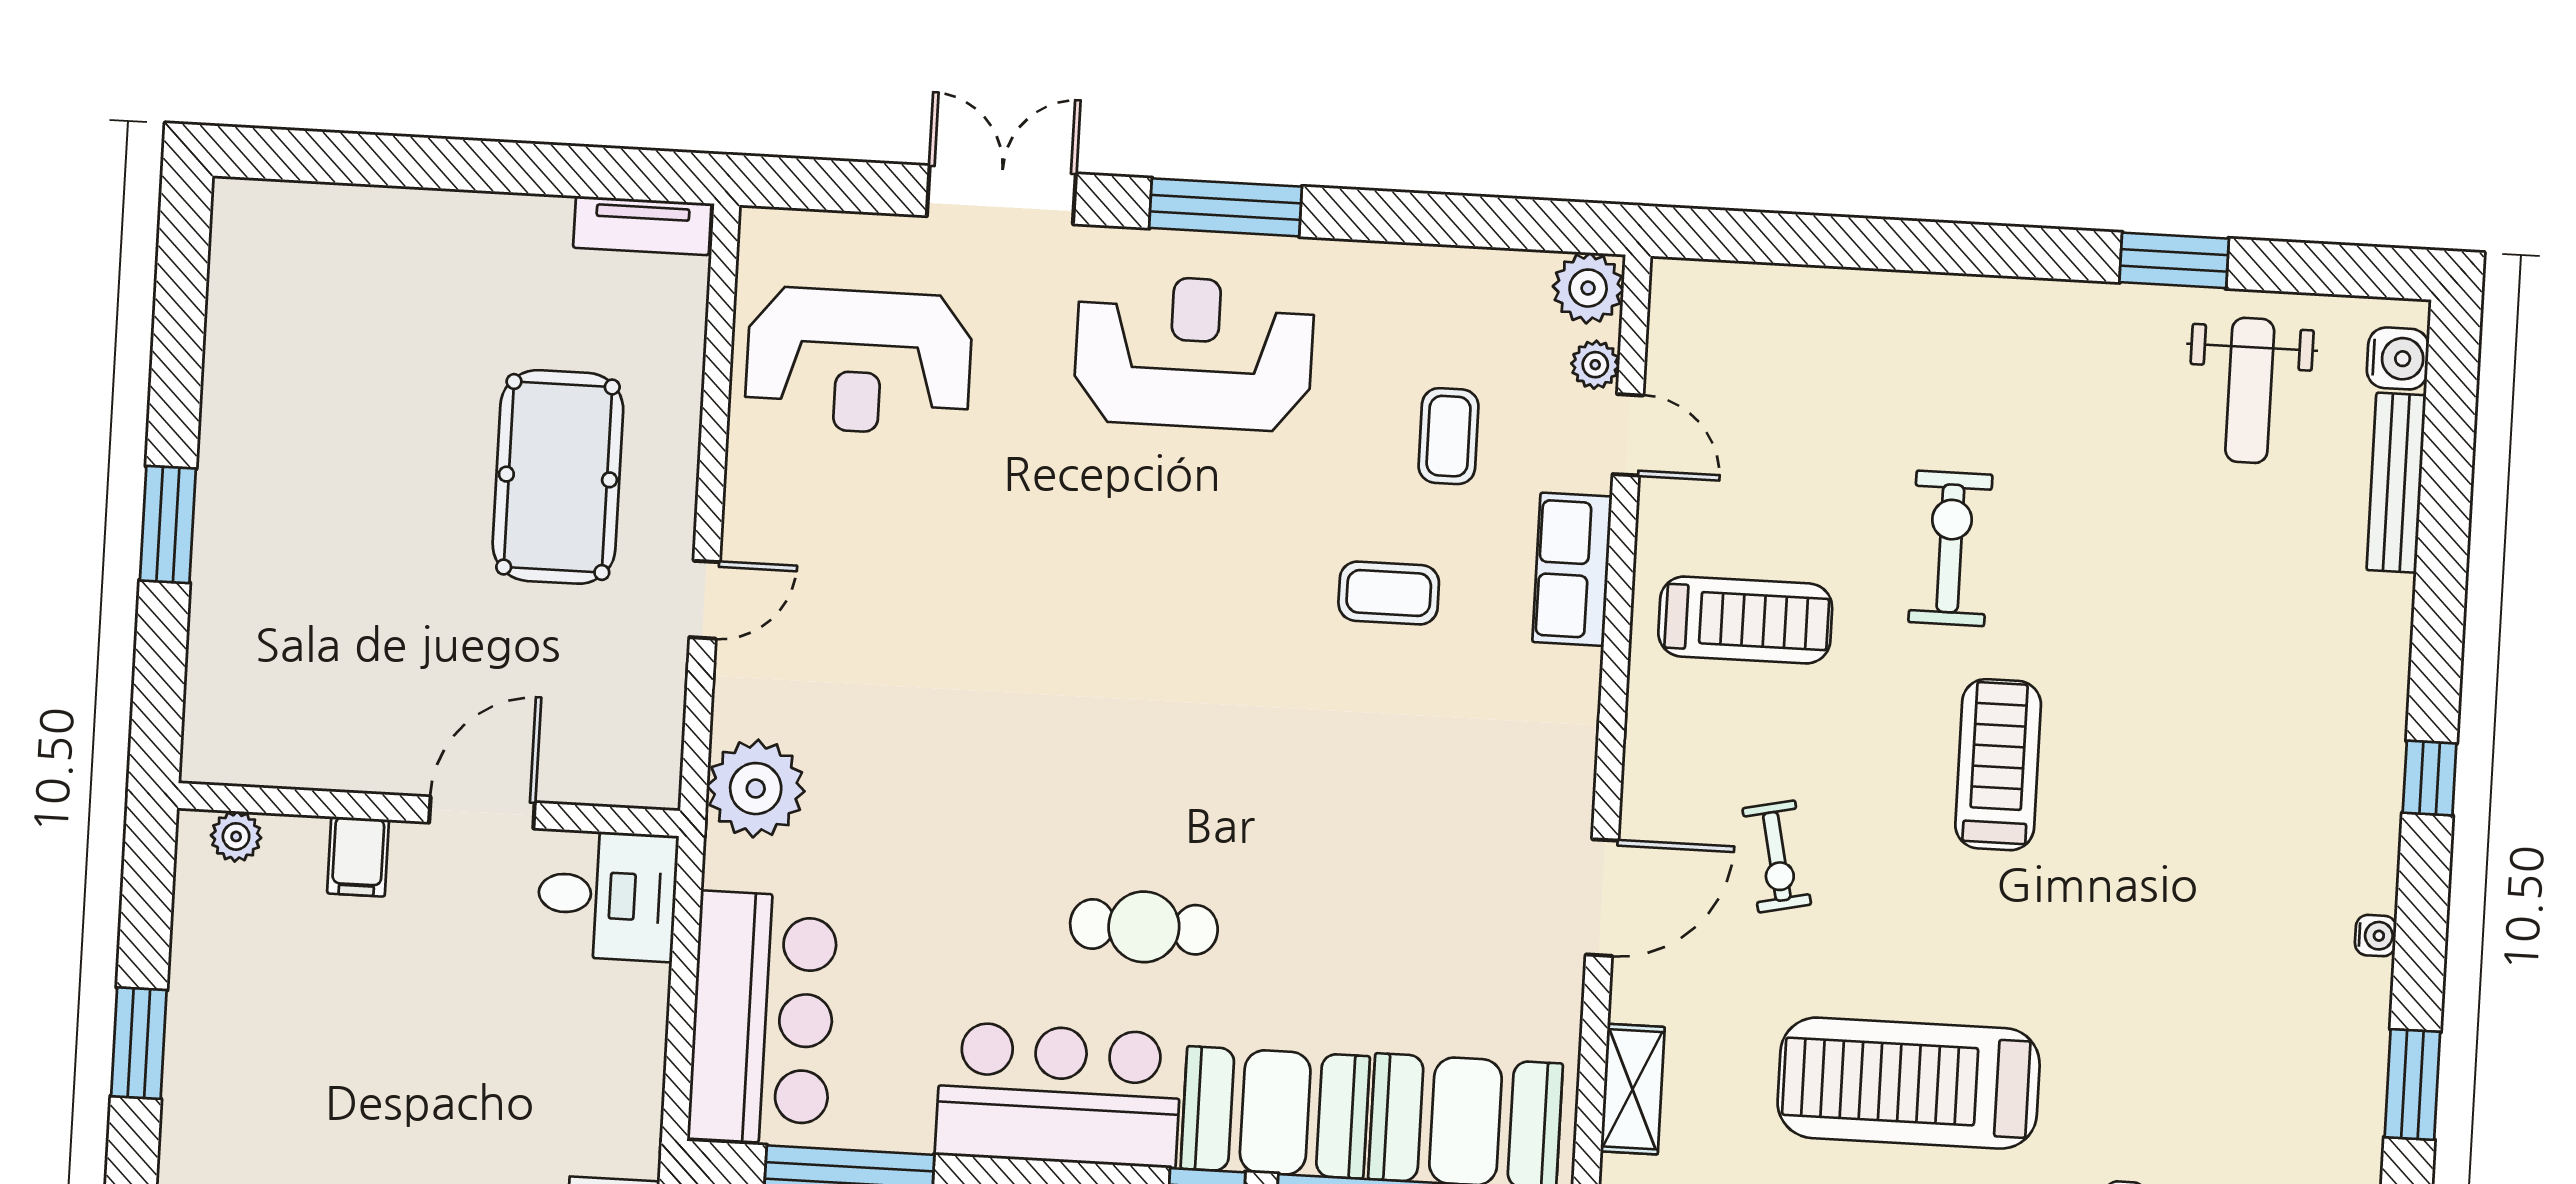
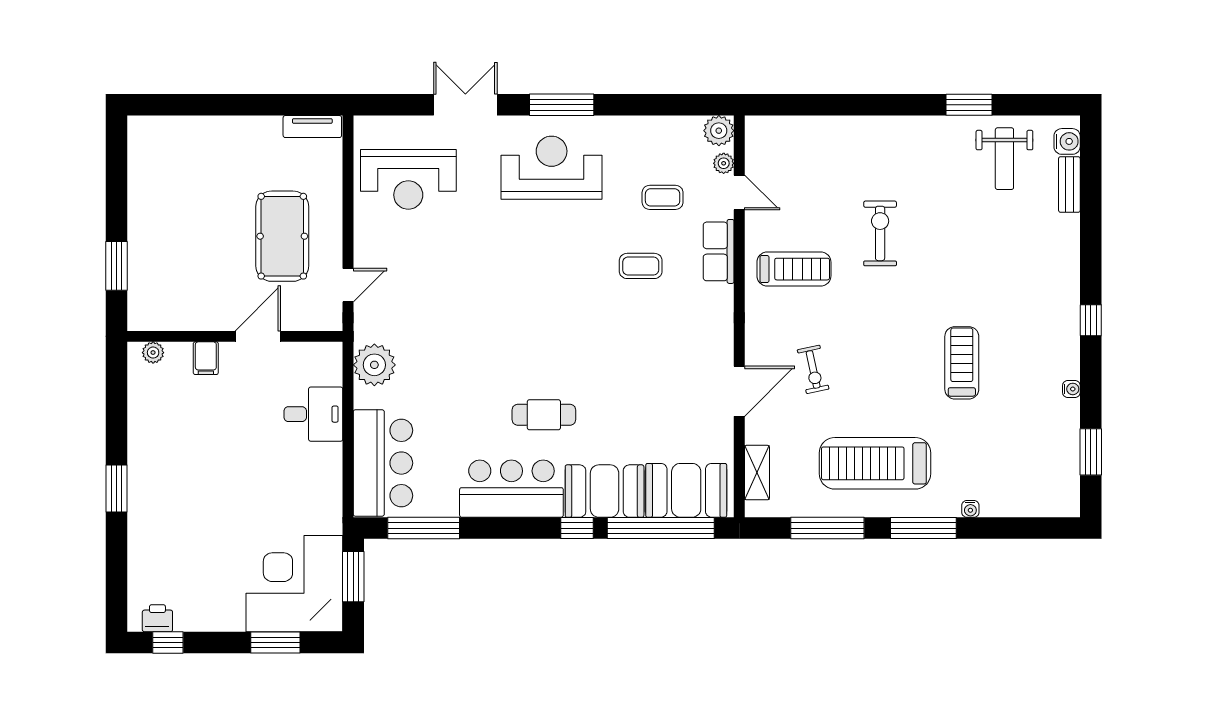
coffee table: (1449, 436) -> (663, 197), turned 90
bench: (2396, 483) -> (1069, 184), width x0.73
treadmill: (1998, 765) -> (962, 363), moved
wall: (429, 809) -> (235, 336), moved
door: (482, 812) -> (258, 336), moved
plant: (236, 836) -> (153, 353), moved
filing cabinet: (358, 857) -> (206, 358), moved

